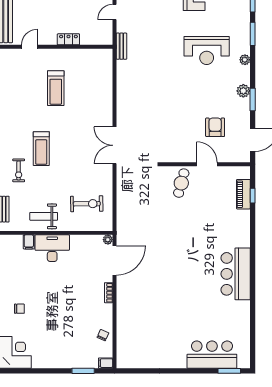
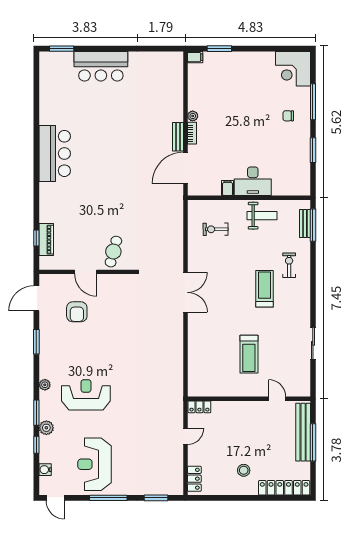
locker: (68, 39) -> (199, 407), moved
bench: (121, 46) -> (178, 137), moved
door: (30, 47) -> (277, 399), swing flipped
treadmill: (56, 88) -> (249, 354), turned 180
plant: (243, 91) -> (46, 428), moved
exercise bike: (87, 204) -> (216, 229), width x0.73, depth x0.72
plant: (108, 240) -> (193, 116), moved
filing cabinet: (29, 242) -> (227, 188), moved
chair: (103, 335) -> (198, 87), removed
bar counter: (212, 355) -> (101, 66), moved

